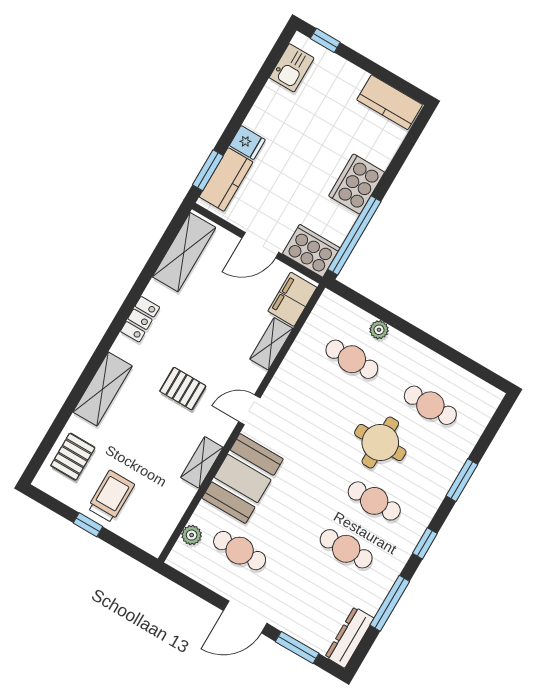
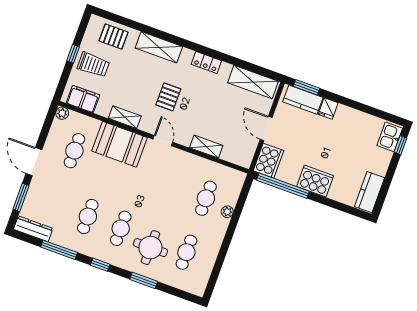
kitchen sink: (292, 68) -> (390, 137), moved, turned 90
filing cabinet: (292, 299) -> (83, 99), moved
round table: (380, 443) -> (150, 248), moved
plant: (192, 535) -> (62, 113), moved

